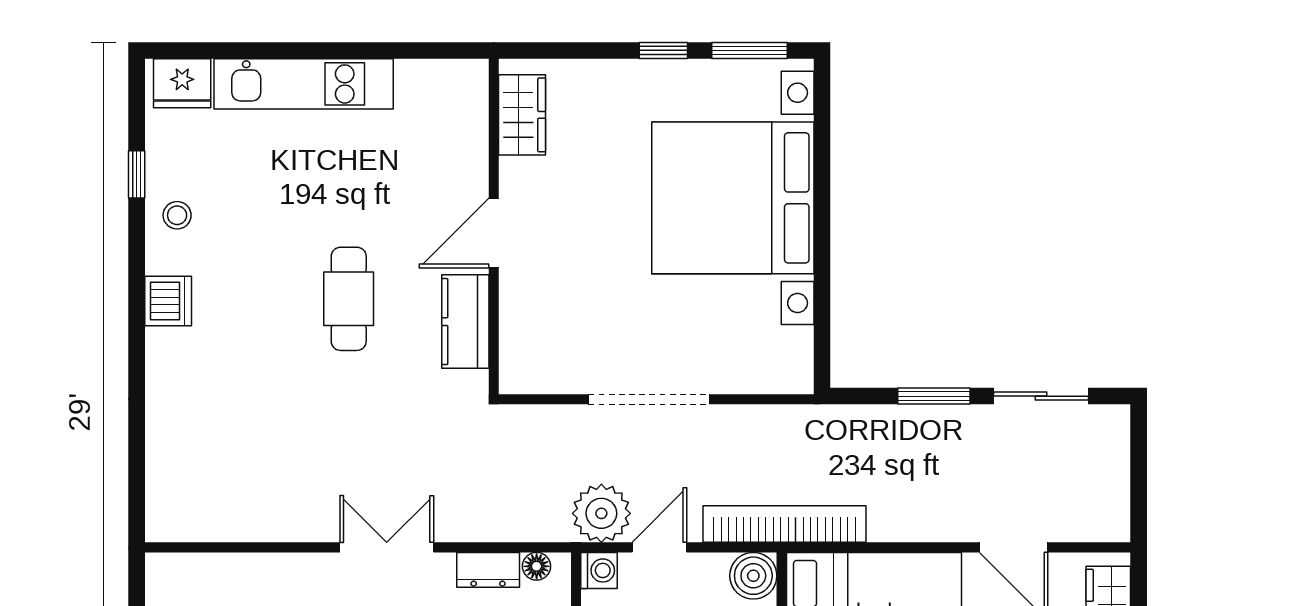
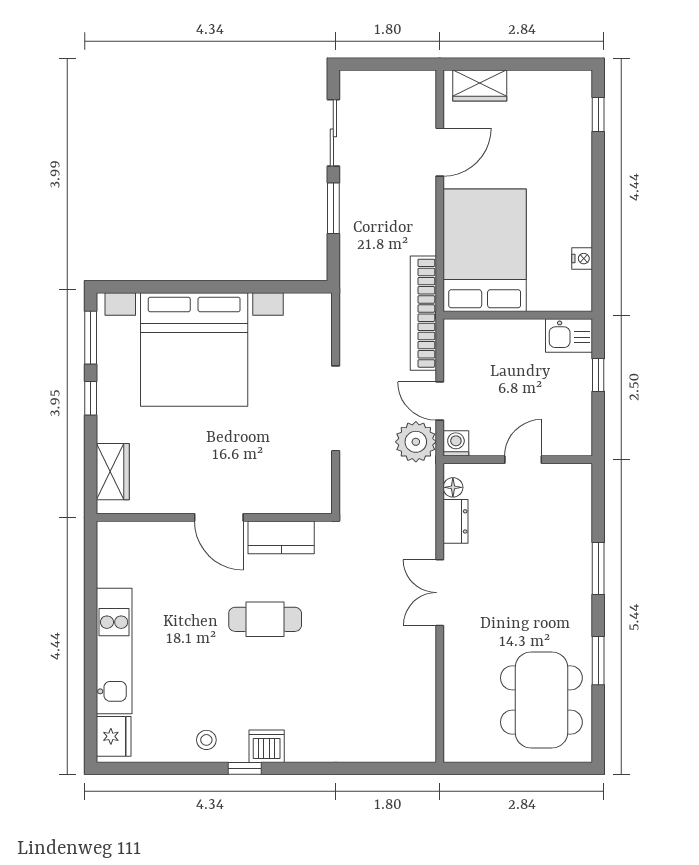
wardrobe: (522, 115) -> (113, 472), moved, turned 90
window: (137, 174) -> (245, 768), moved
boiler: (753, 576) -> (460, 335), removed

